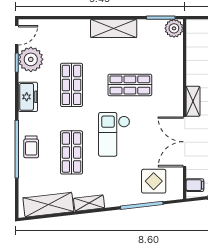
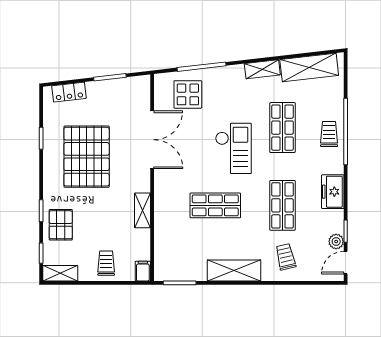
plant: (174, 28) -> (164, 271), removed
trolley: (69, 40) -> (286, 257), added
plant: (31, 59) -> (336, 241), width x0.53, depth x0.53
shelving: (193, 101) -> (143, 210), moved
filing cabinet: (195, 185) -> (143, 271), moved, turned 90

